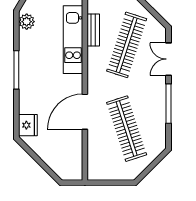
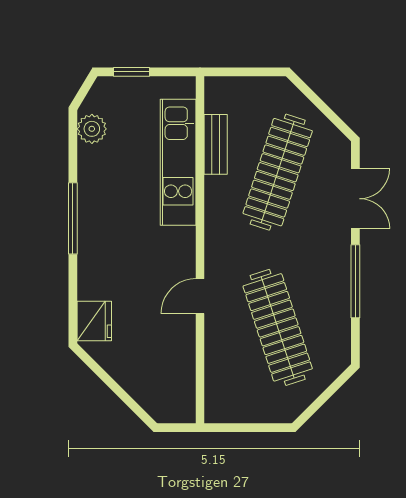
double door: (169, 59) -> (355, 199), swing flipped
door: (85, 112) -> (200, 296), width x0.53

